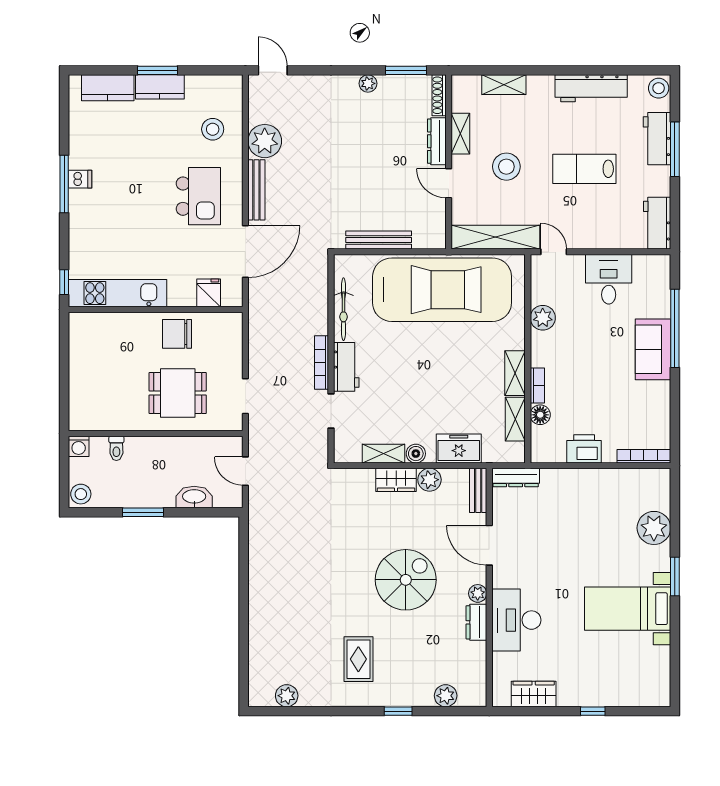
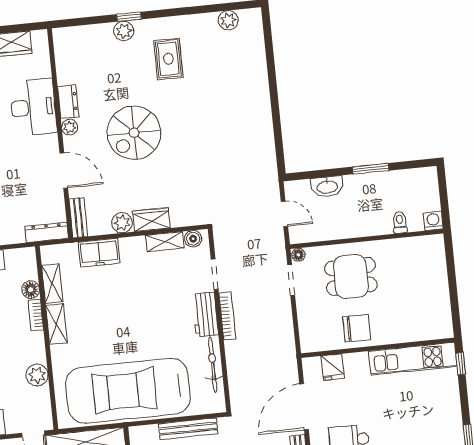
floor lamp: (234, 423) -> (298, 255), added
boiler: (416, 454) -> (193, 239), moved
stool: (81, 494) -> (427, 179), removed
plant: (446, 696) -> (124, 31), moved

